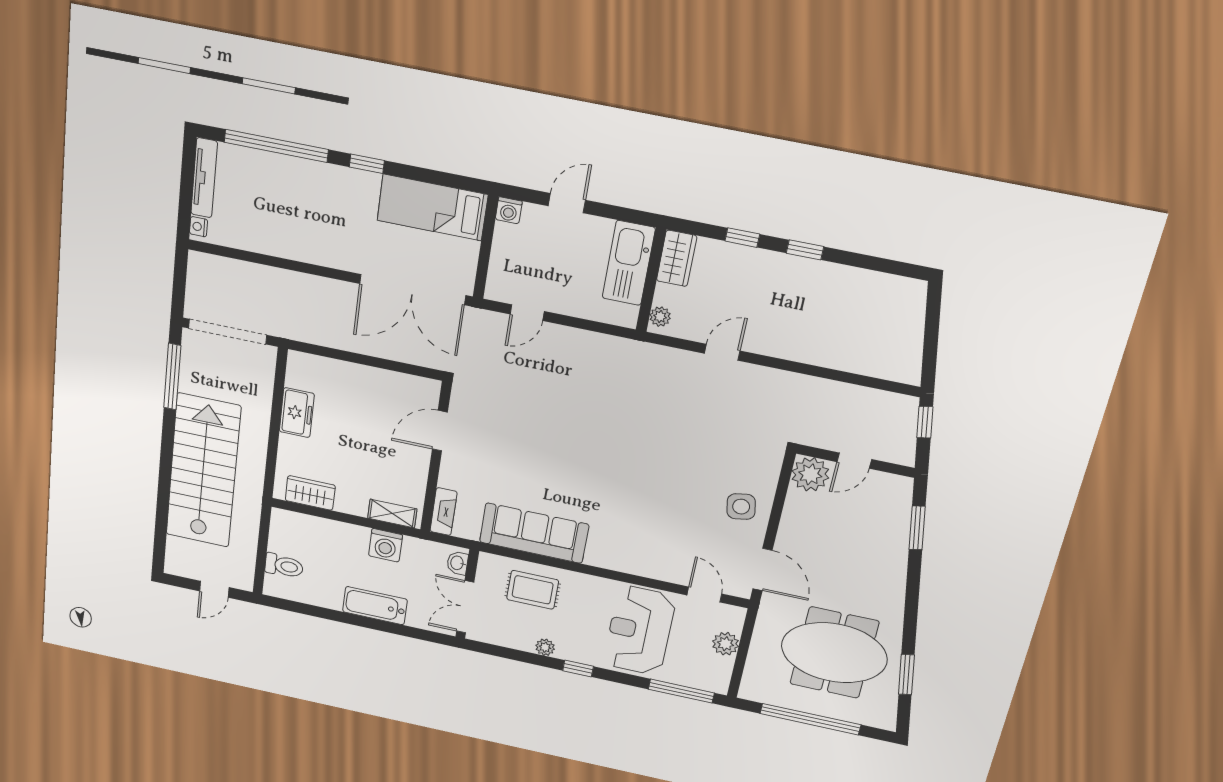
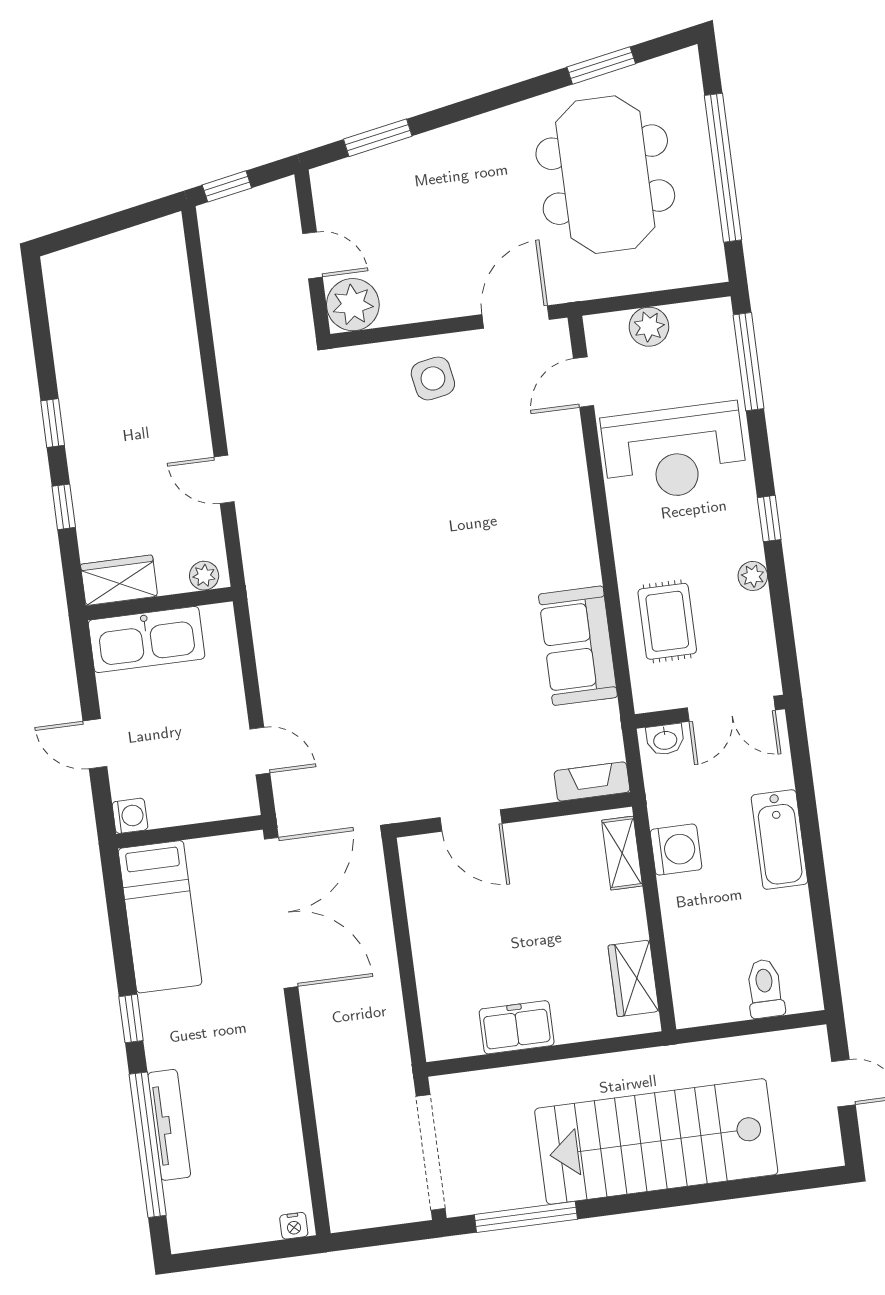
tv unit: (204, 178) -> (169, 1125), moved, turned 90
sofa: (534, 533) -> (578, 646), width x0.73

